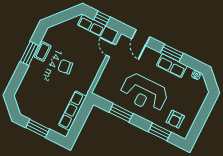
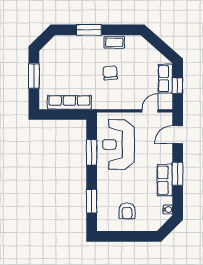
window: (29, 53) -> (89, 30), moved
reception desk: (144, 93) -> (118, 144), moved
armchair: (175, 119) -> (127, 211), moved, turned -90

